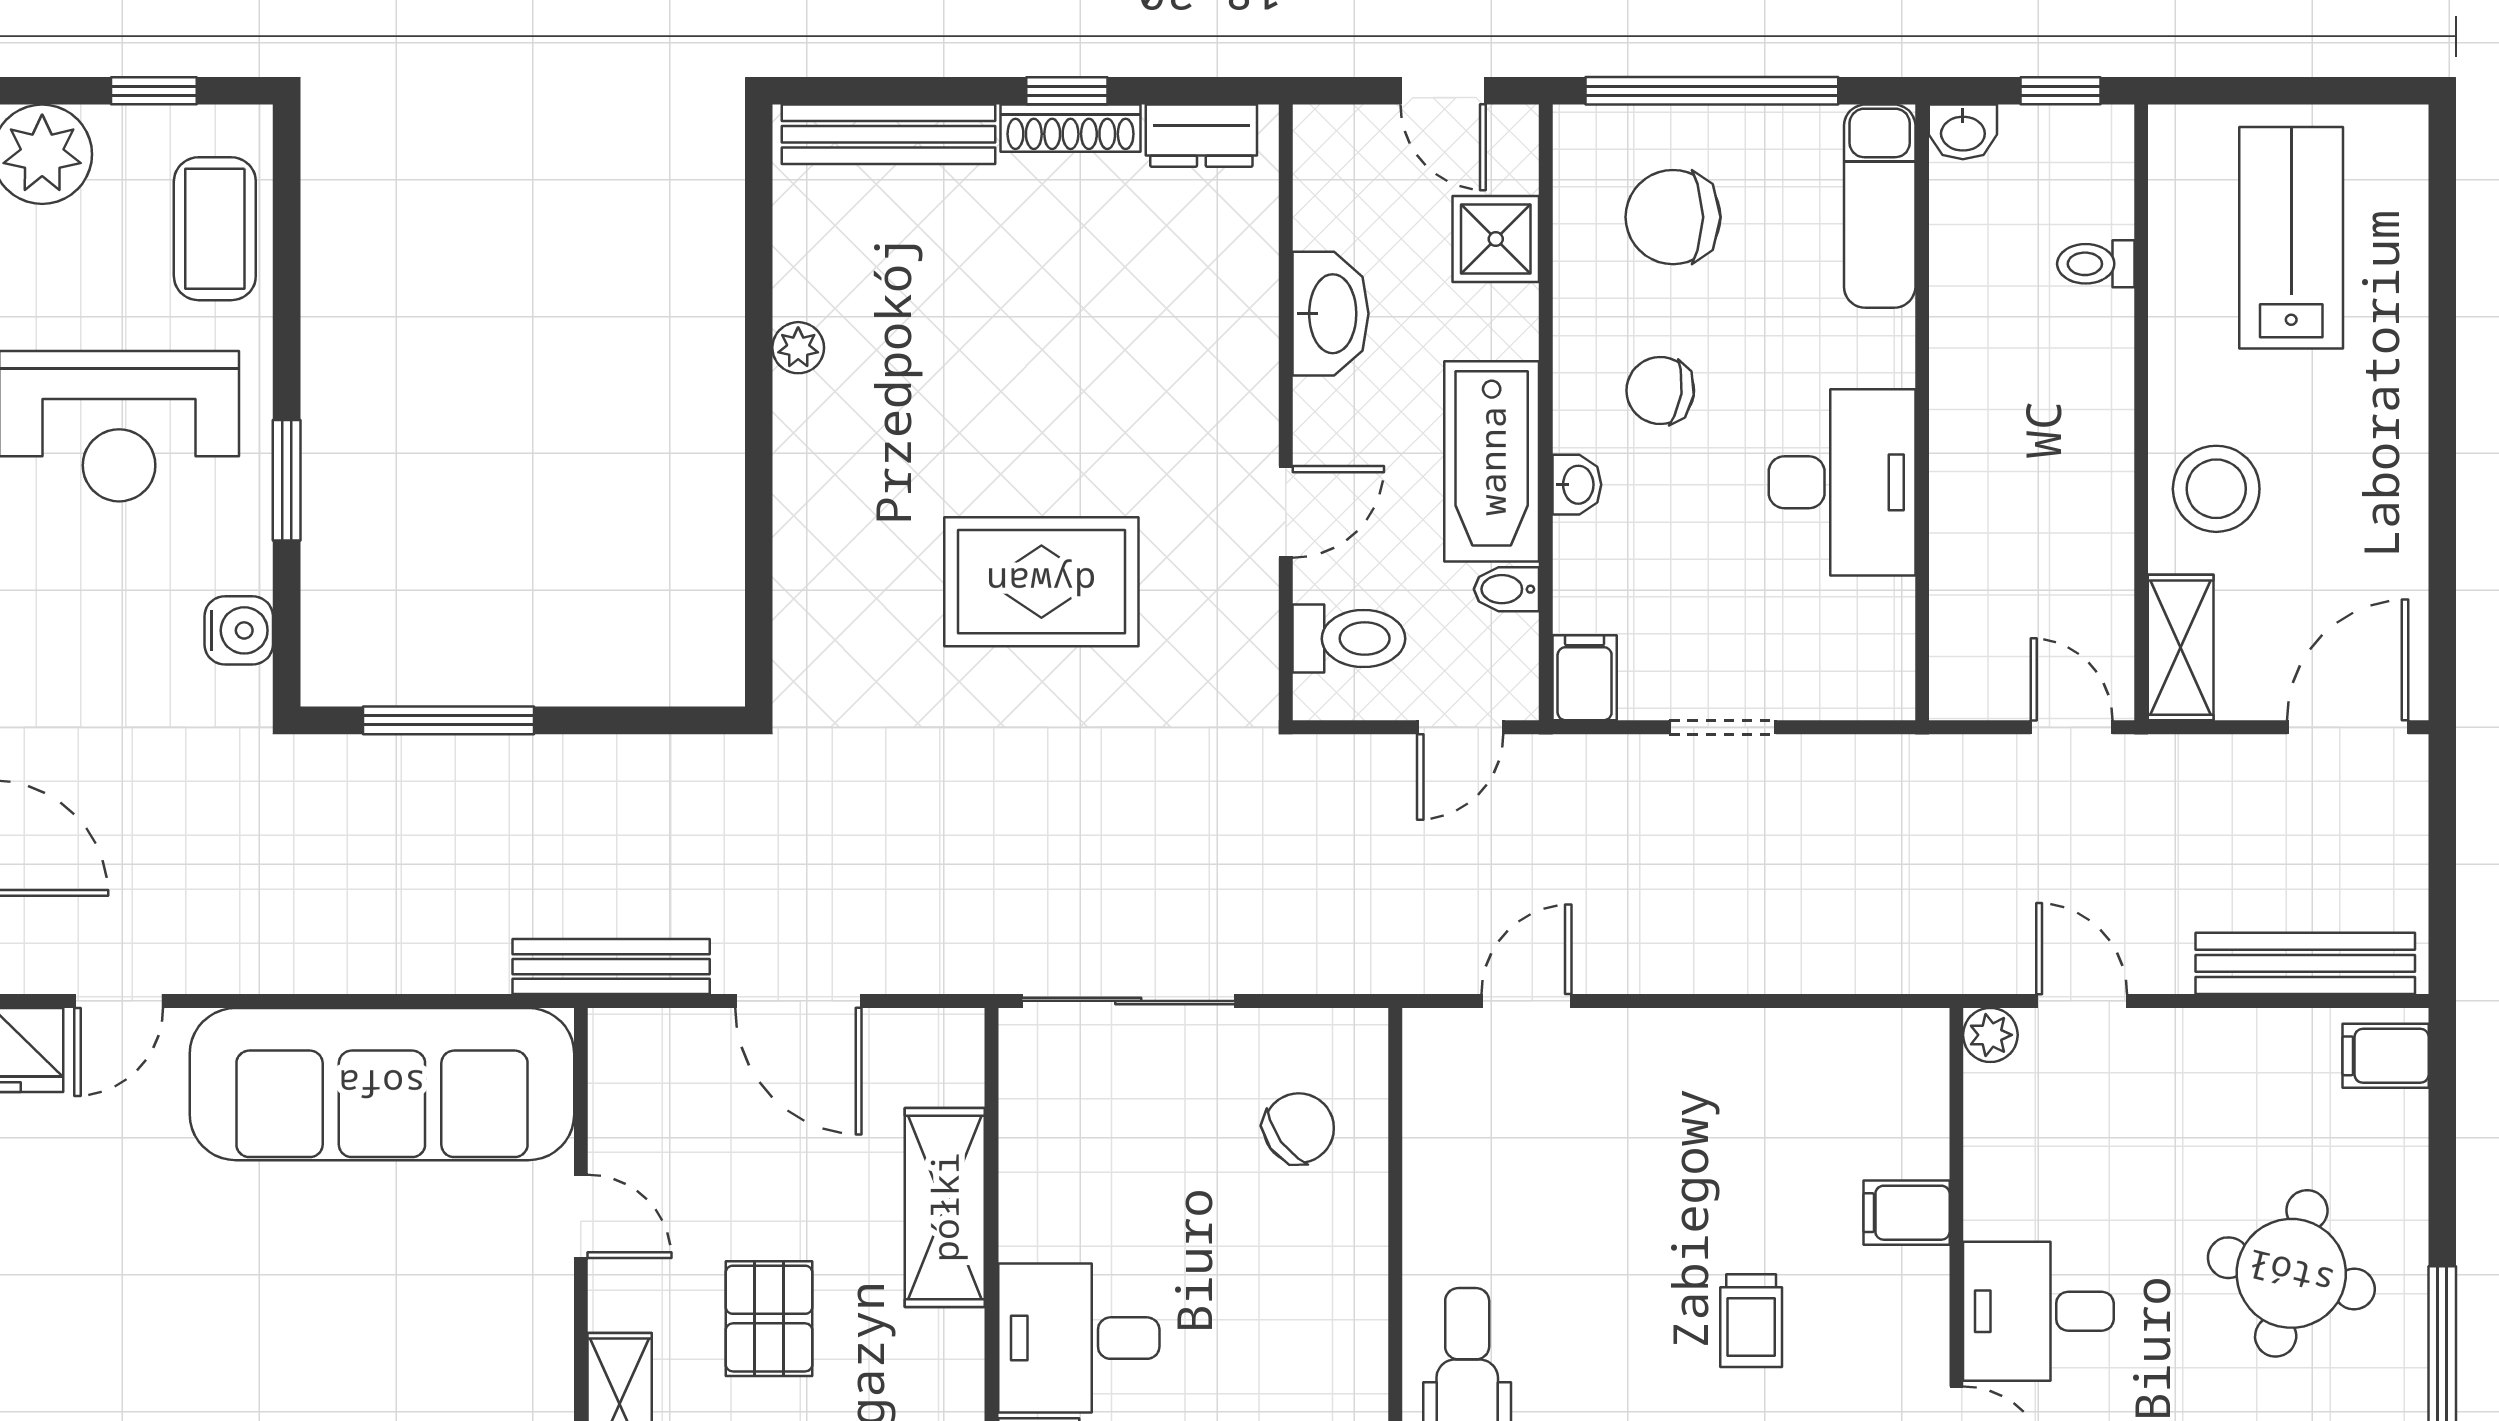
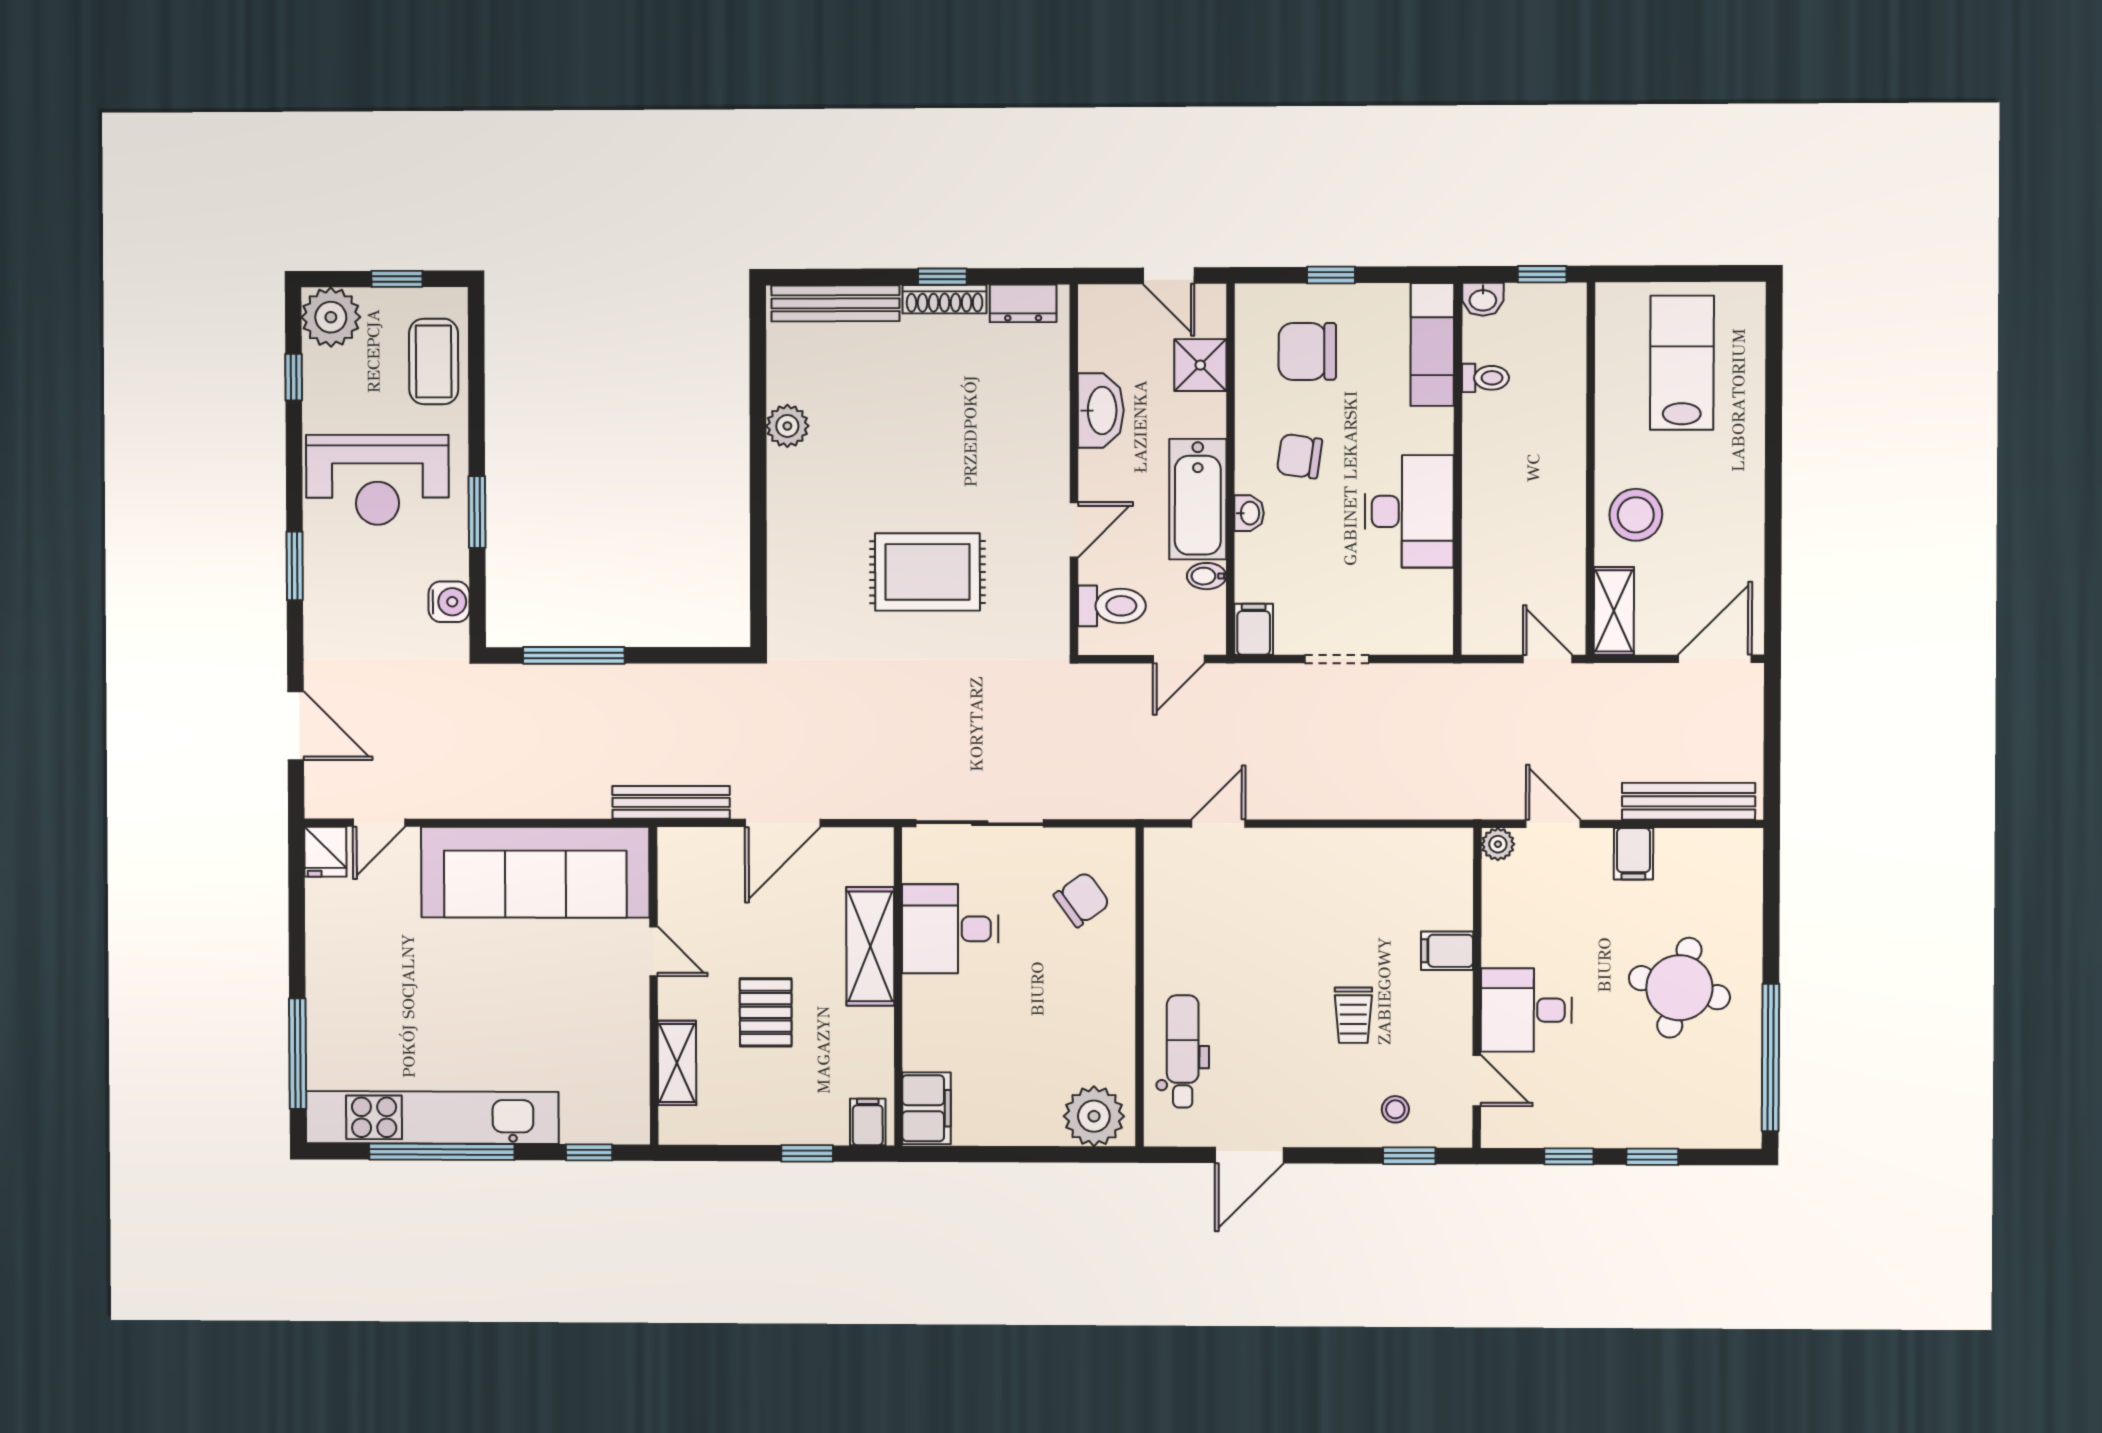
window: (1712, 91) -> (1331, 275), width x0.32
toilet: (2096, 264) -> (1485, 378), moved, turned 180
plant: (798, 348) -> (787, 426), width x1.38, depth x1.38
door: (798, 1001) -> (783, 823), hinge flipped
filing cabinet: (2386, 1056) -> (1633, 854), moved, turned -90
desk: (1079, 1338) -> (950, 929), moved

